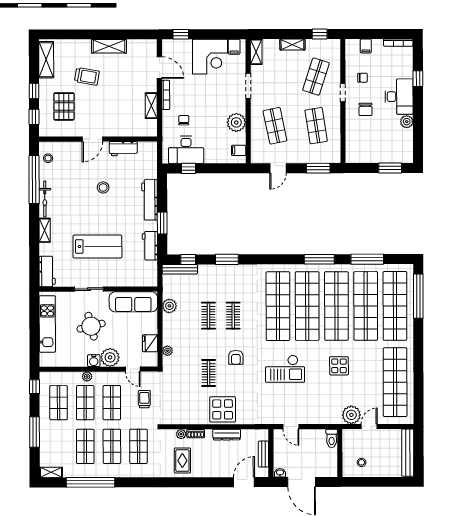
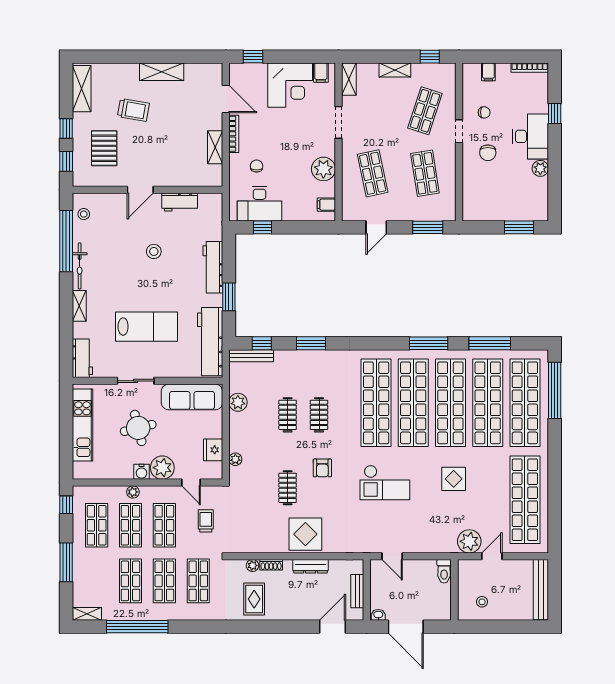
workbench: (150, 246) -> (210, 342), width x1.88, depth x1.32

